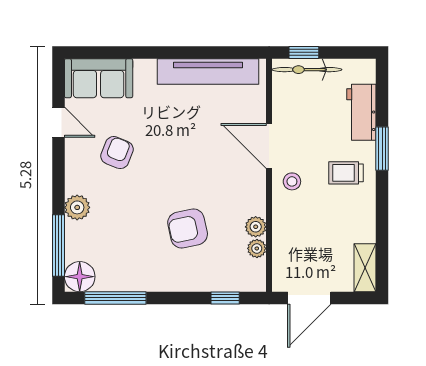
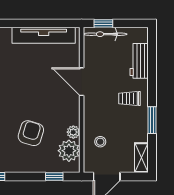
window: (382, 149) -> (152, 120), moved
stool: (292, 181) -> (100, 142), moved
armchair: (188, 228) -> (31, 133), turned 119
plant: (257, 248) -> (69, 151), width x1.87, depth x1.87

